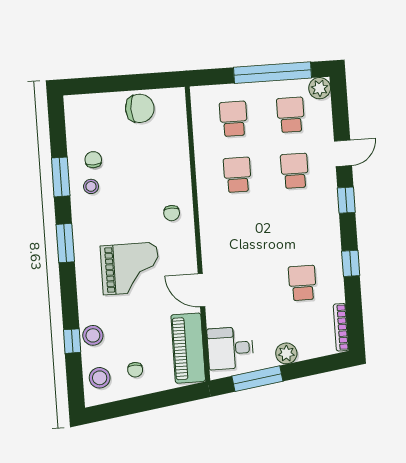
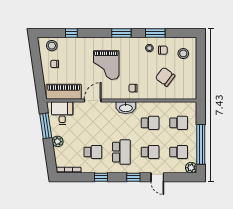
chair: (140, 108) -> (165, 77), moved, turned 127
washbasin: (211, 224) -> (126, 108), added
school desk: (298, 227) -> (121, 152), added
stool: (93, 335) -> (183, 53), moved

